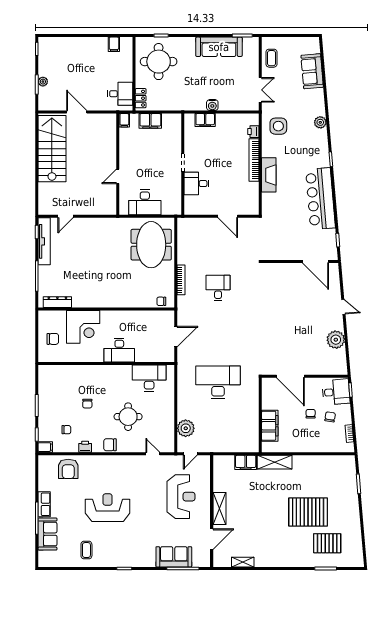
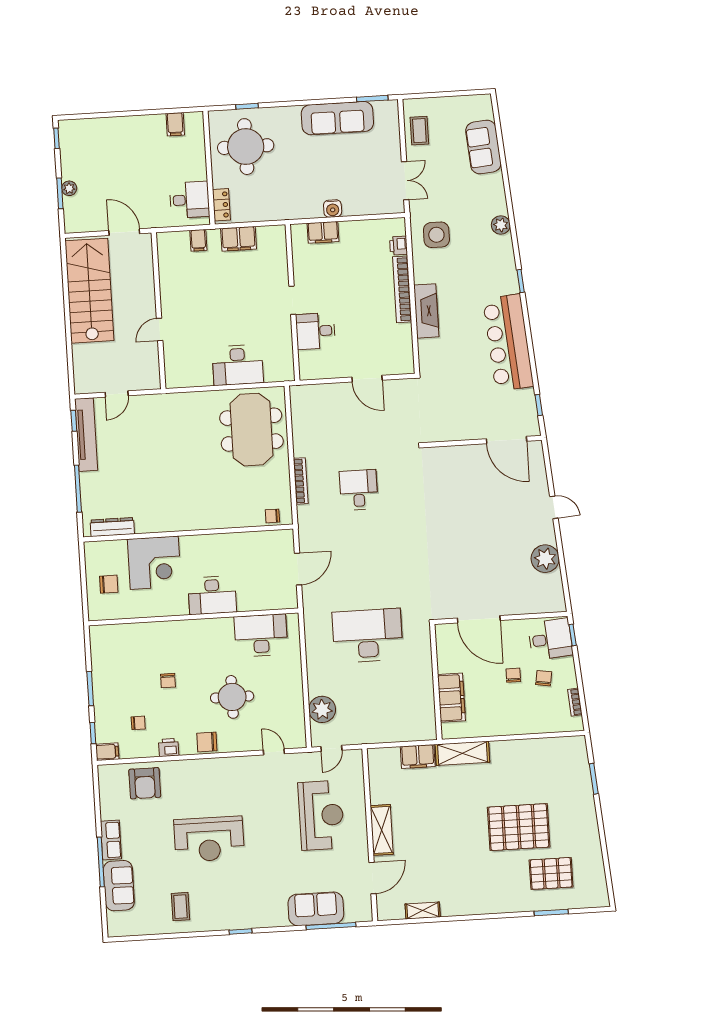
wall: (118, 164) -> (159, 311), moved
door: (118, 176) -> (160, 330), moved
reception desk: (108, 508) -> (209, 839), turned 180

